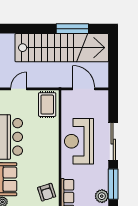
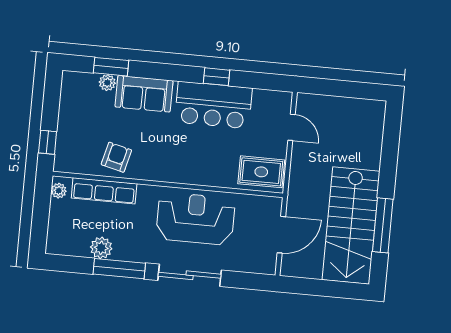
stairs: (62, 48) -> (351, 226), width x0.73
armchair: (47, 192) -> (116, 157), turned 122

